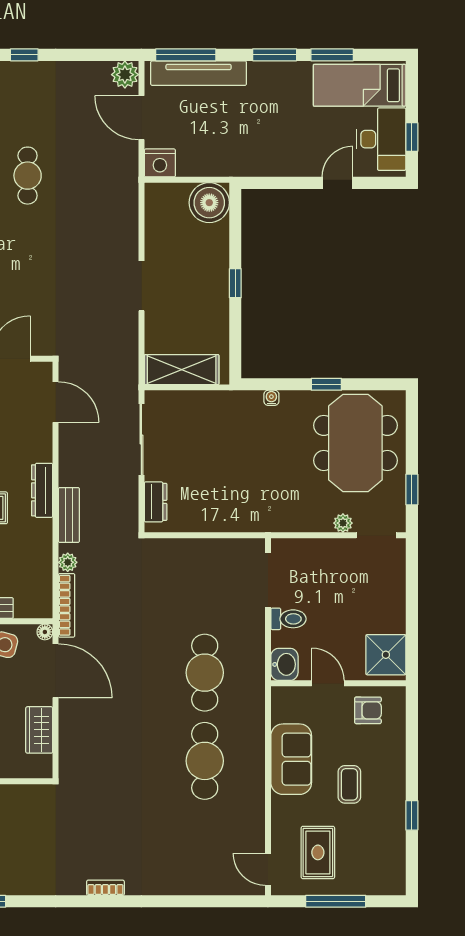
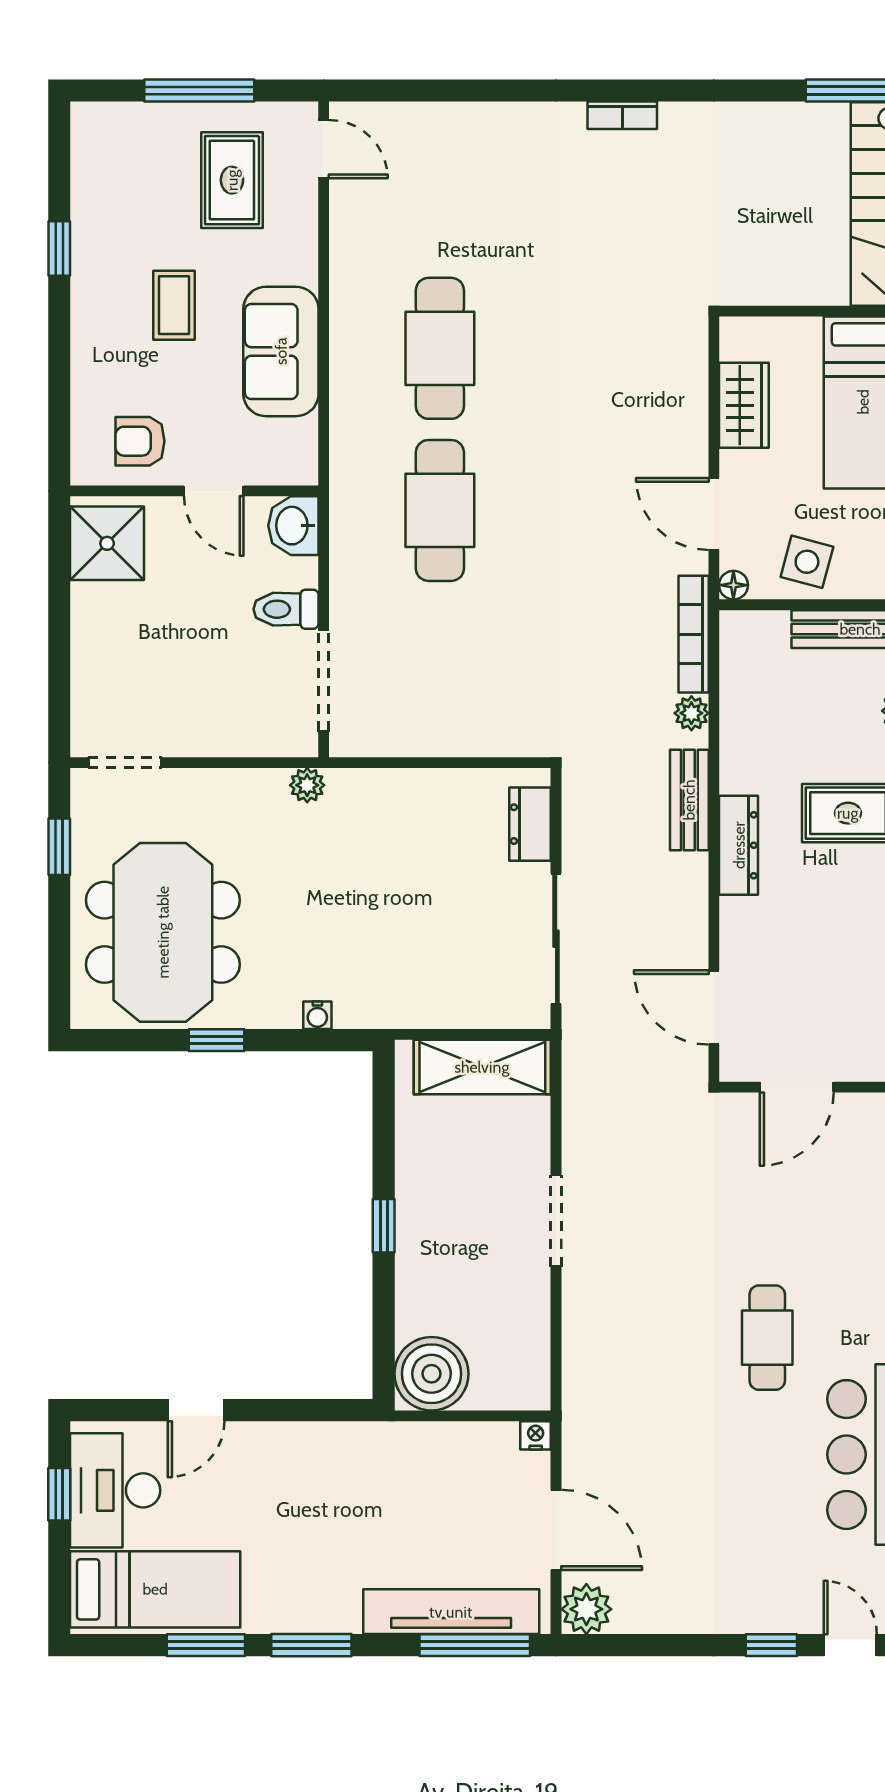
nightstand: (160, 163) -> (536, 1435), width x0.53, depth x0.56
cafe table: (28, 176) -> (767, 1338), moved
plant: (343, 523) -> (307, 785), moved
door: (56, 671) -> (714, 514), width x0.73

